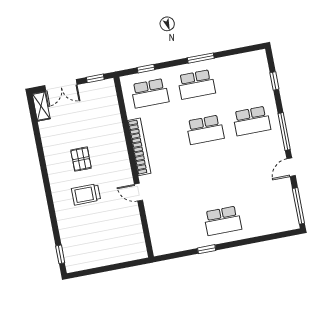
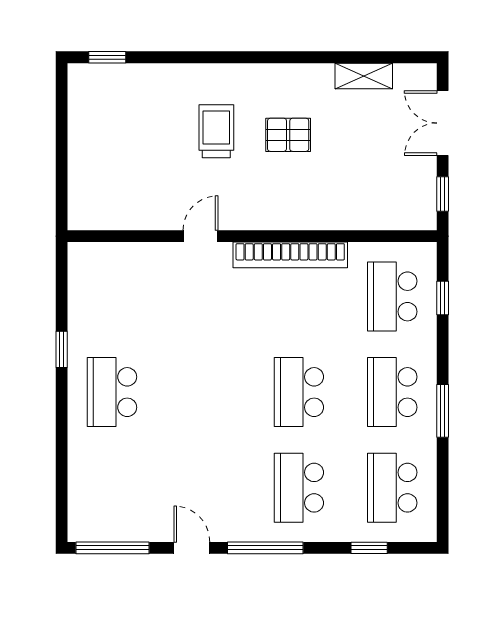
school desk: (243, 75) -> (392, 488), added
shelving: (41, 106) -> (364, 76), moved

